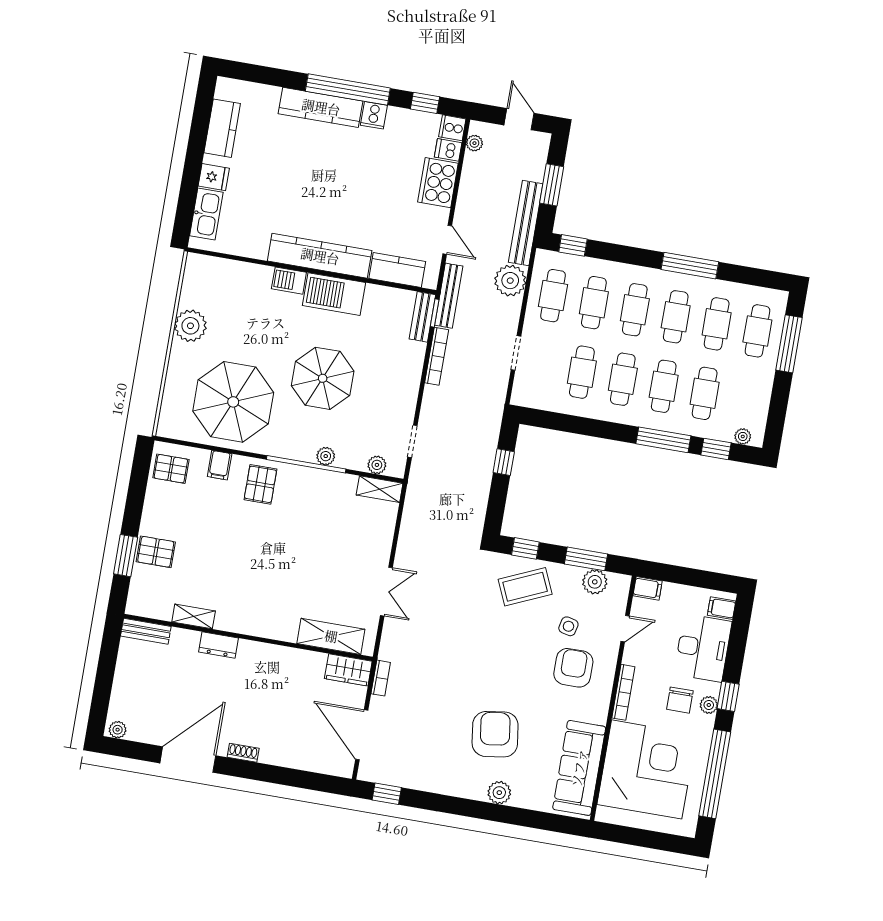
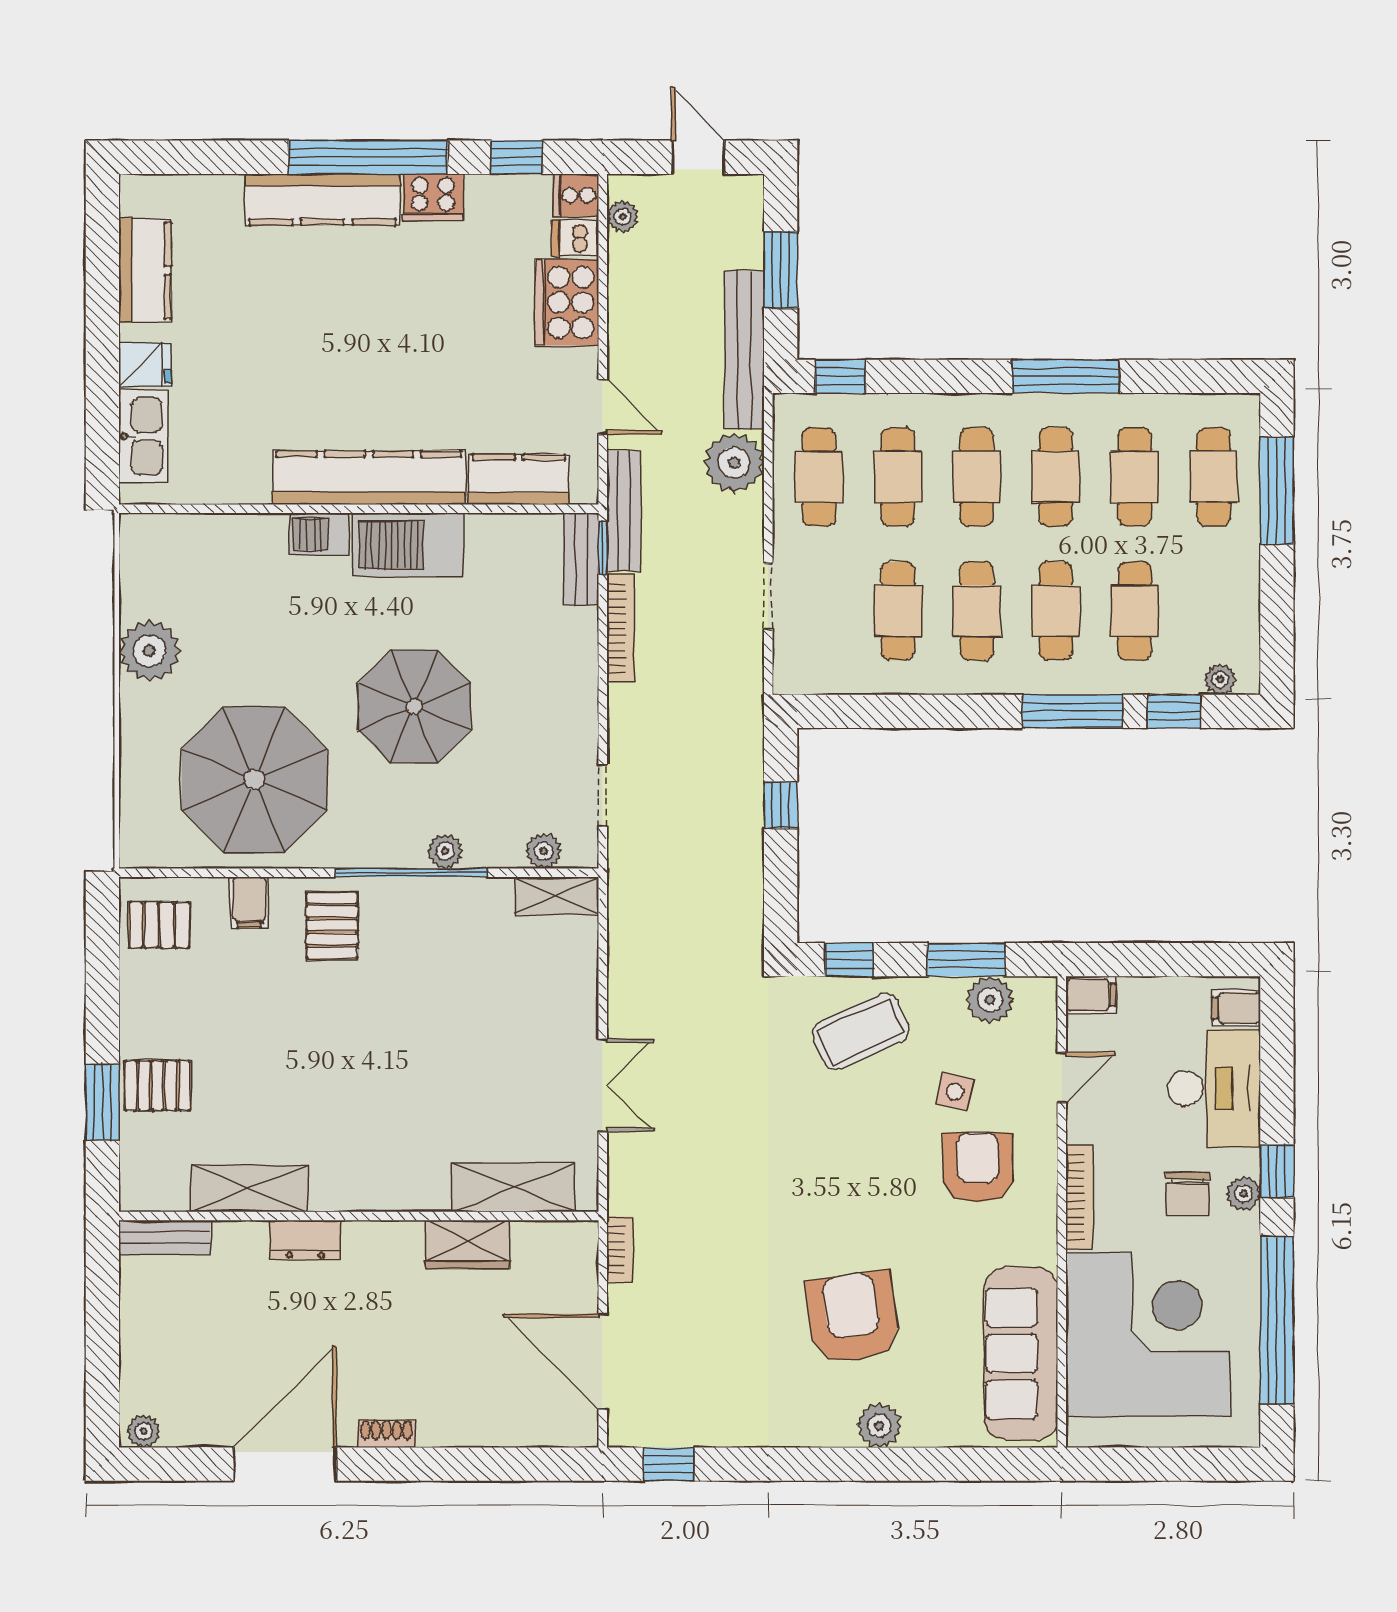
cooker: (374, 115) -> (433, 197), width x1.36
shelving: (194, 616) -> (249, 1189), width x1.50, depth x1.33
wardrobe: (348, 670) -> (468, 1244), moved

